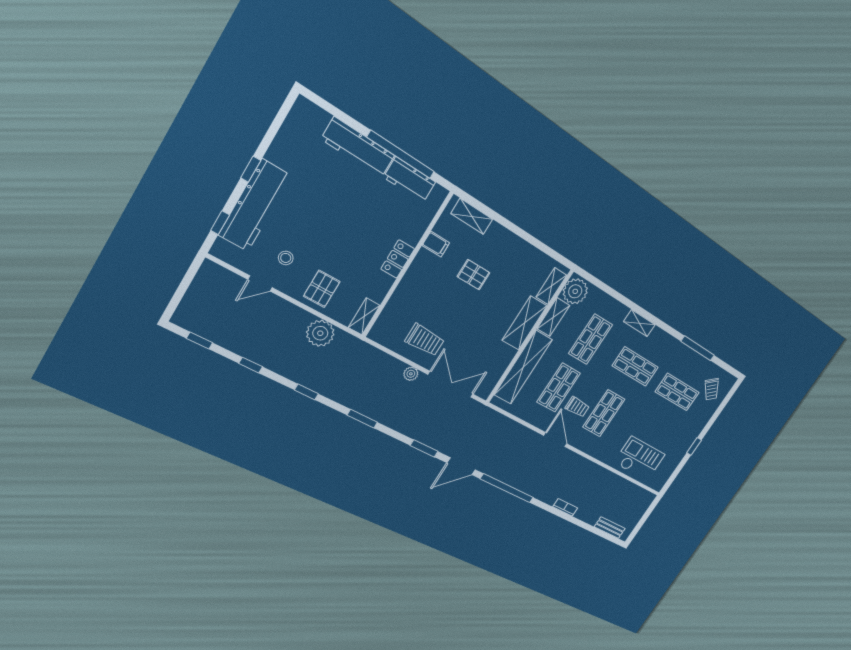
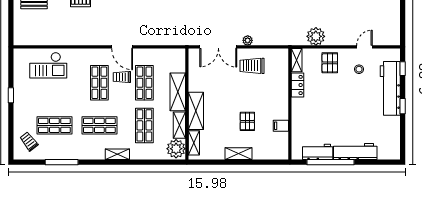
shelving: (472, 216) -> (238, 154), moved
locker: (398, 259) -> (298, 85), moved
pallet: (474, 275) -> (247, 121), turned 90
shelving: (523, 367) -> (178, 92), width x0.68

